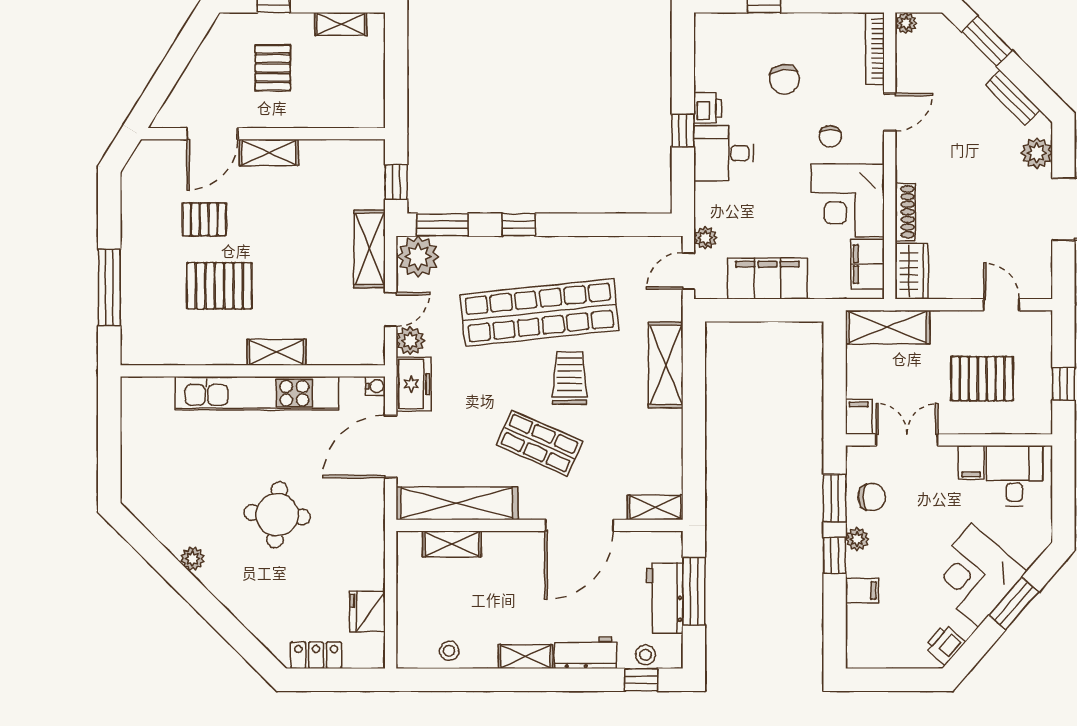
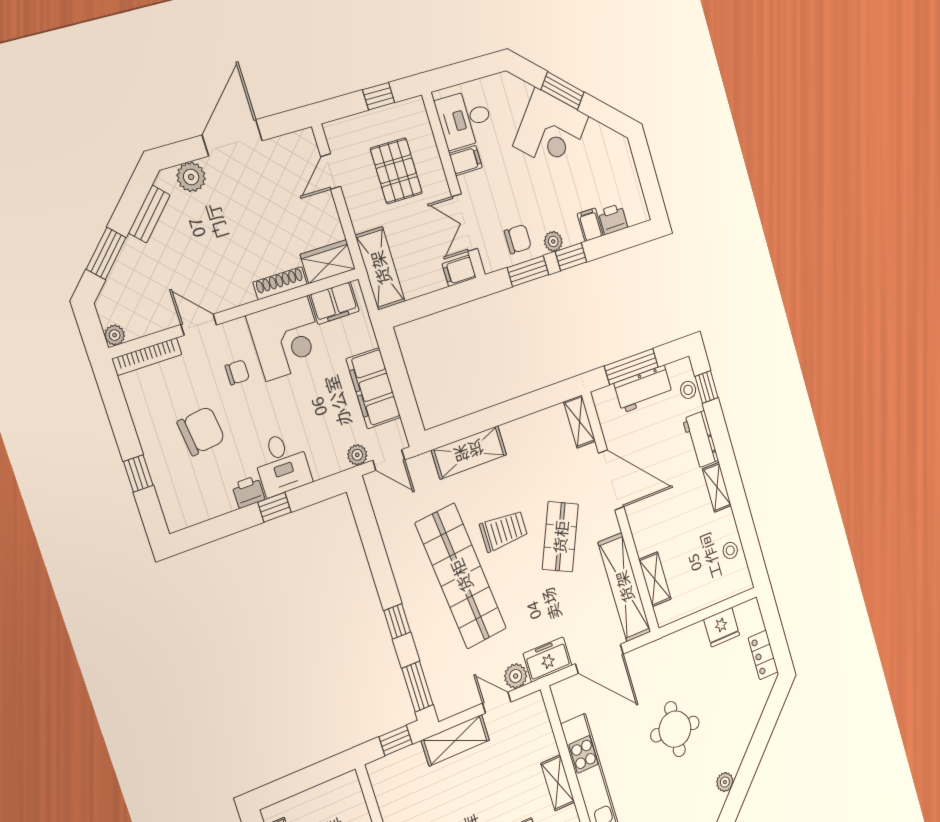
chair: (784, 79) -> (201, 431), width x1.37, depth x1.37
plant: (418, 257) -> (449, 697), removed
trolley: (570, 378) -> (504, 531), turned 180
water cooler: (375, 386) -> (558, 690), removed
chair: (872, 497) -> (518, 239), turned 90
printer: (945, 644) -> (613, 219), moved, turned 139

